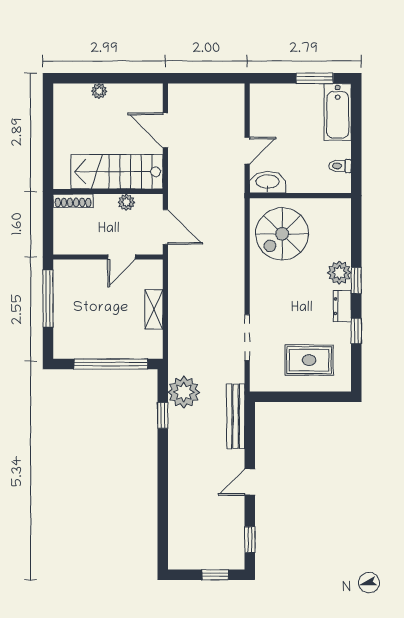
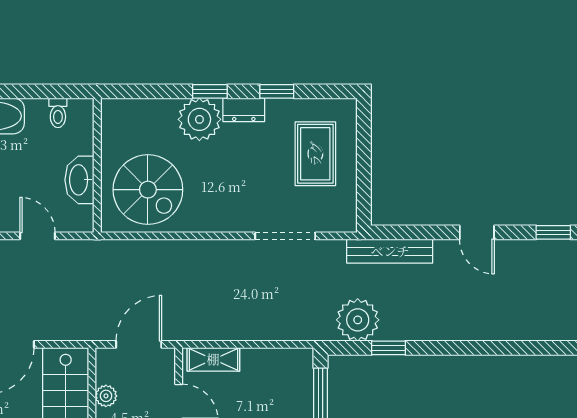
washbasin: (268, 182) -> (79, 180), moved
plant: (339, 273) -> (199, 119), width x1.36, depth x1.36
shelving: (154, 309) -> (213, 359), moved

